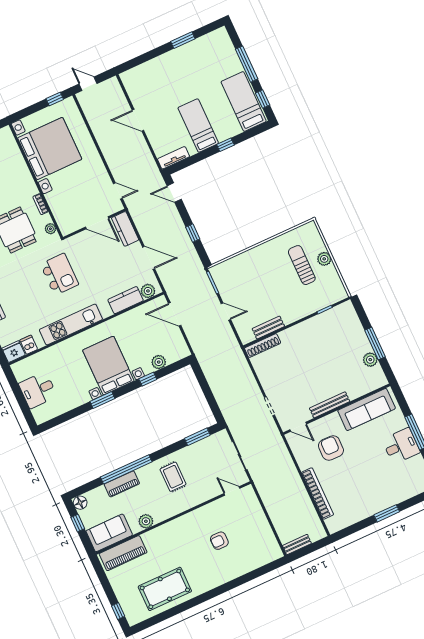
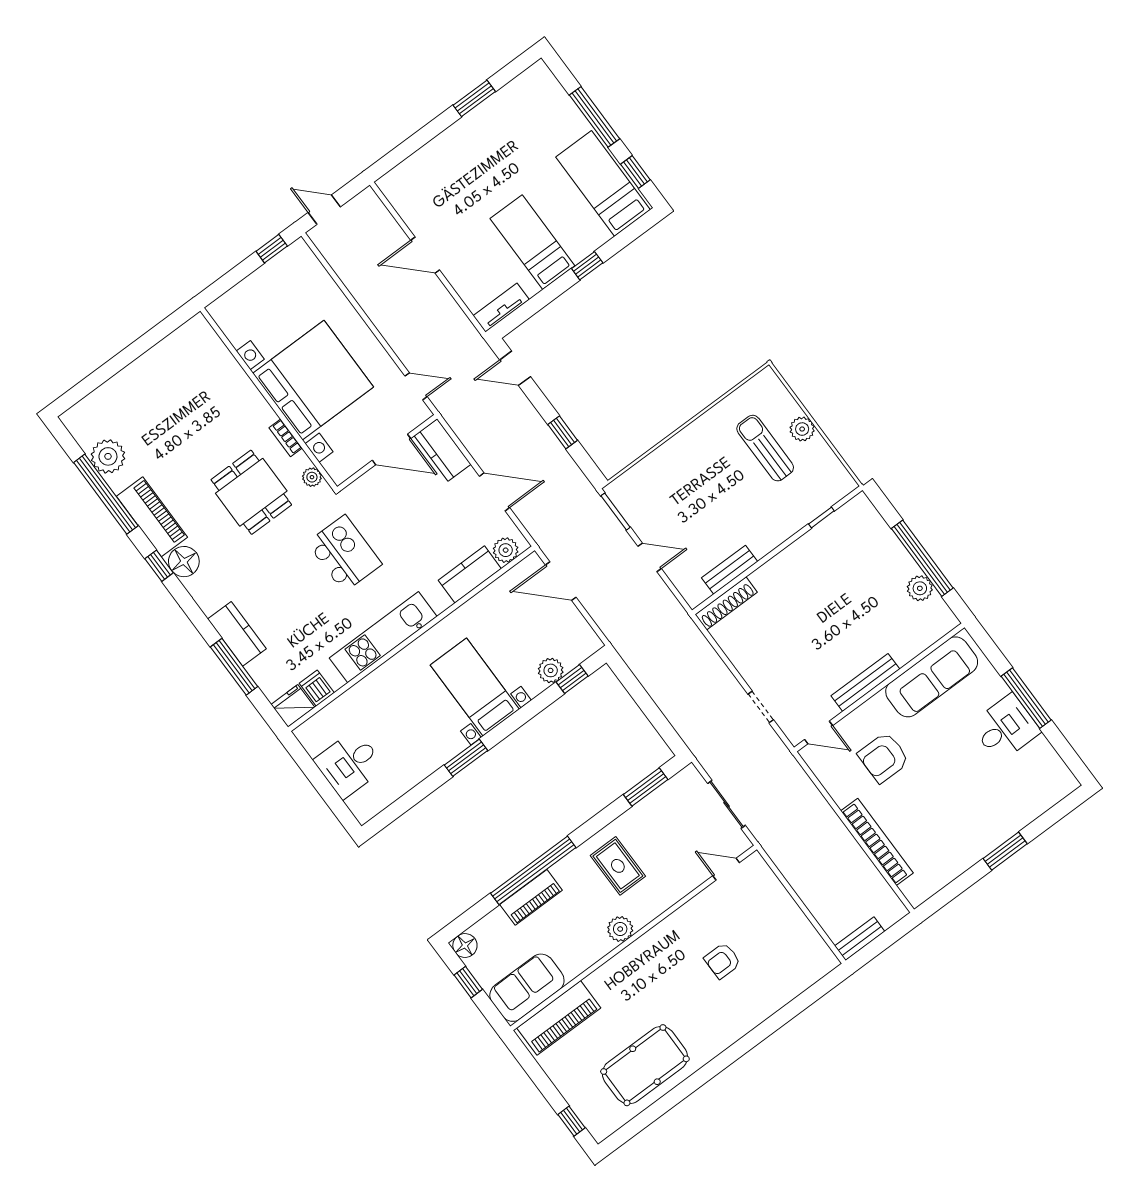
bed with nightstands: (50, 149) -> (313, 380), moved
window: (375, 343) -> (922, 558), width x1.46
bed with nightstands: (108, 366) -> (475, 687), width x0.73
window: (148, 379) -> (572, 679), moved
armchair: (331, 448) -> (884, 757), turned -91
plant: (146, 521) -> (620, 929), moved

